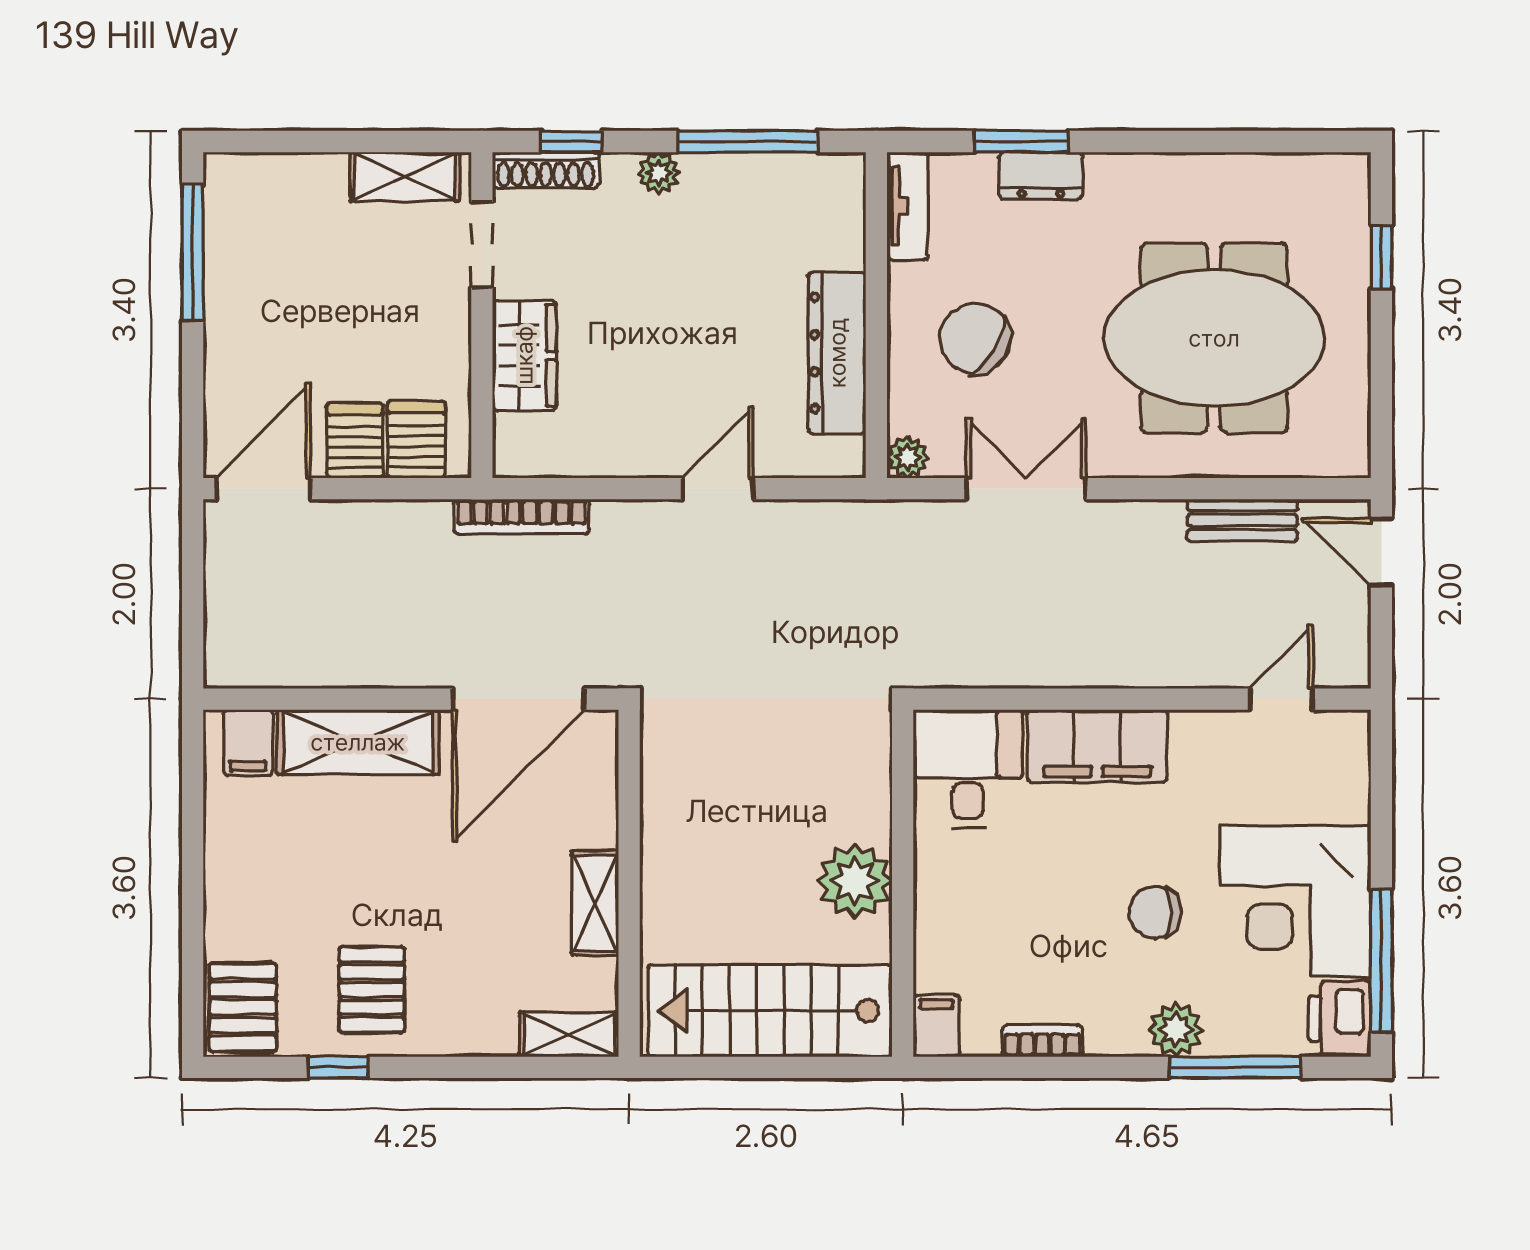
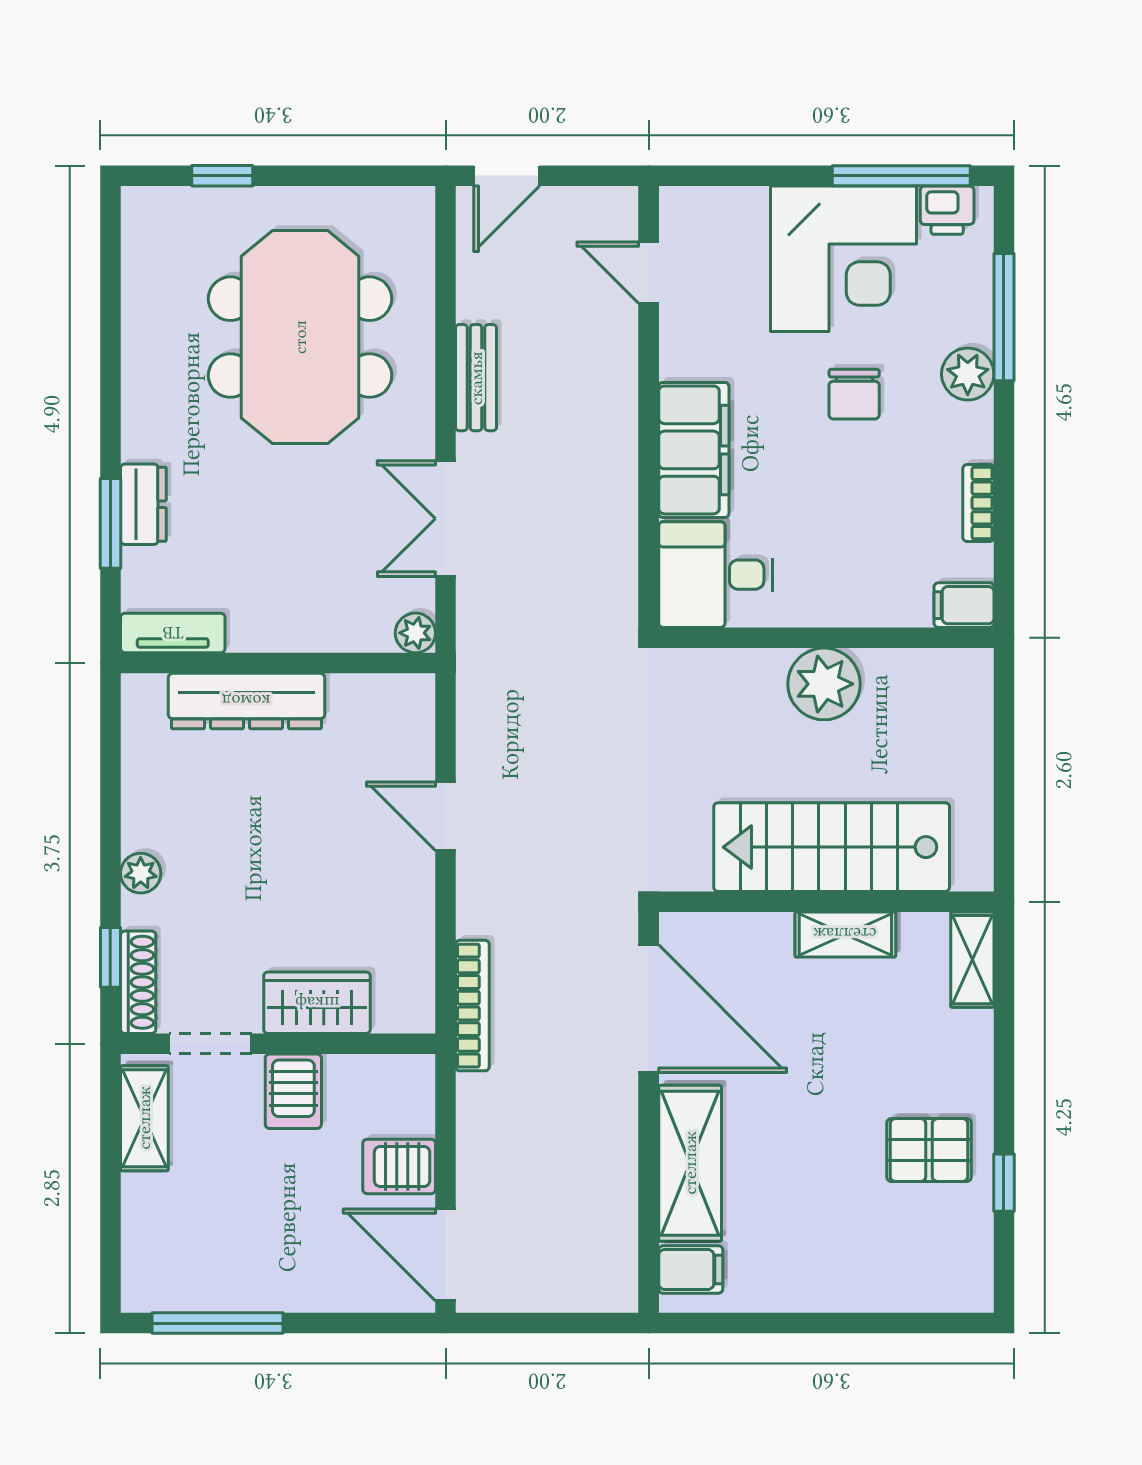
window: (748, 142) -> (110, 787), removed
chair: (975, 338) -> (301, 568), removed
dresser: (837, 353) -> (246, 701), moved
server rack: (416, 440) -> (293, 1091), moved, turned -90
bench: (1242, 520) -> (476, 378), moved
pallet: (243, 1007) -> (946, 1275), removed
stairs: (770, 1011) -> (832, 847), moved, turned 90
printer: (1340, 1018) -> (947, 210), width x0.73, depth x0.81

